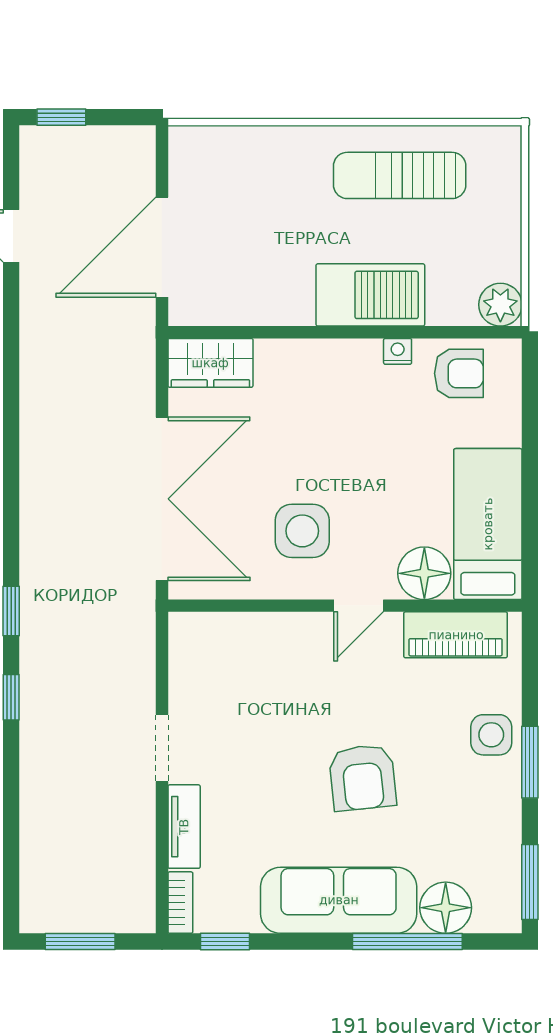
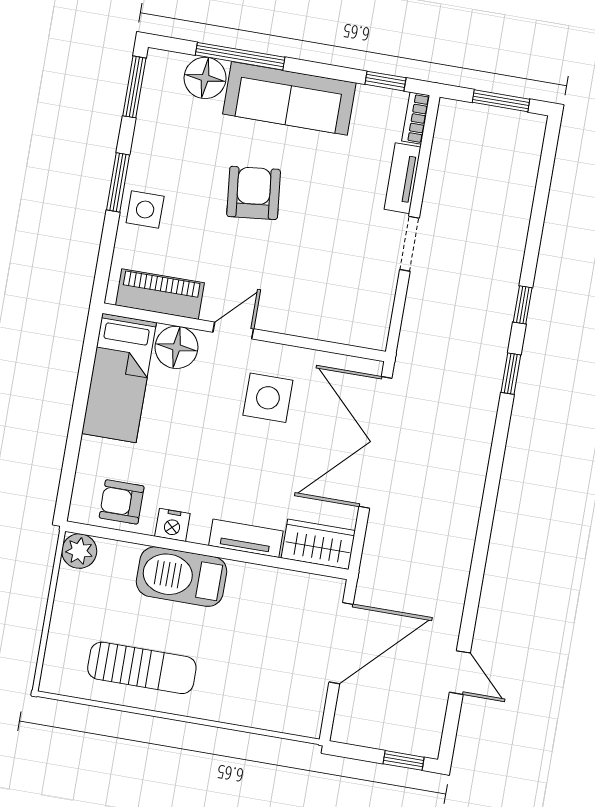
nightstand: (398, 351) -> (172, 525), width x1.39, depth x1.35
tv unit: (300, 355) -> (246, 538), added

